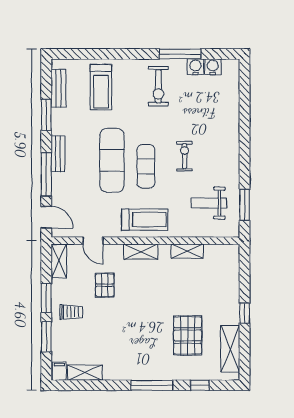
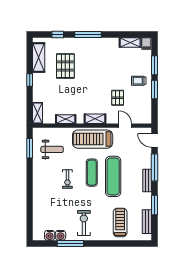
treadmill: (145, 220) -> (93, 139), width x1.37, depth x1.38
shelving: (59, 261) -> (37, 113), moved

